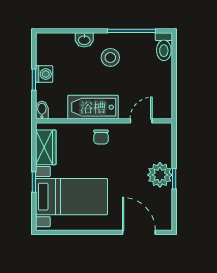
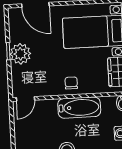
door: (141, 121) -> (25, 99), moved

